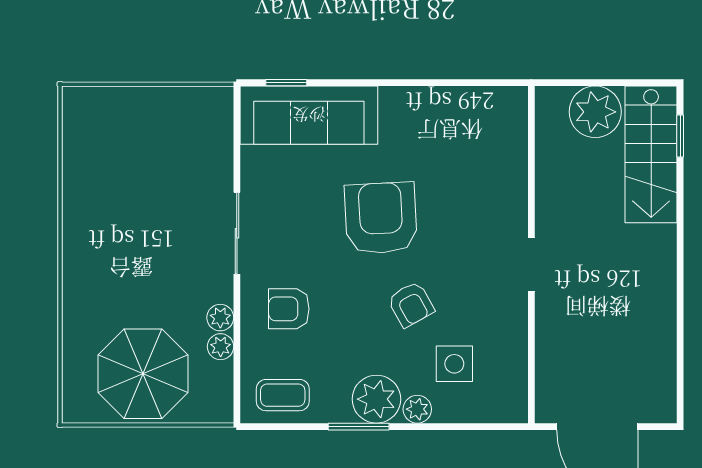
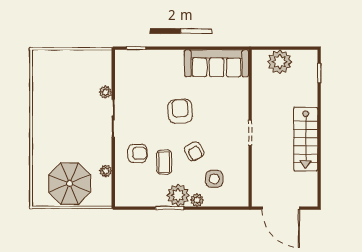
sofa: (309, 115) -> (217, 63), moved
stairs: (651, 154) -> (306, 139), moved
armchair: (381, 218) -> (180, 111), width x0.73, depth x0.73
armchair: (289, 309) -> (137, 153), turned 180
plant: (220, 318) -> (106, 92), moved
coffee table: (283, 395) -> (164, 162), moved, turned 90

